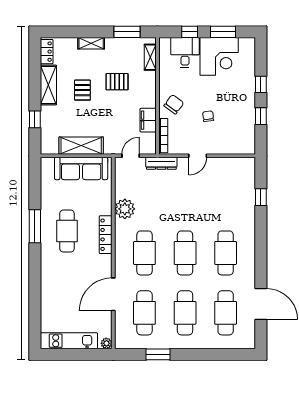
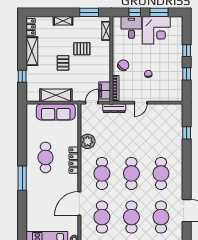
pallet: (82, 90) -> (63, 63), moved
filing cabinet: (148, 120) -> (105, 91), moved
window: (35, 226) -> (22, 178), moved

